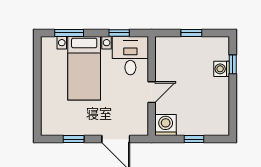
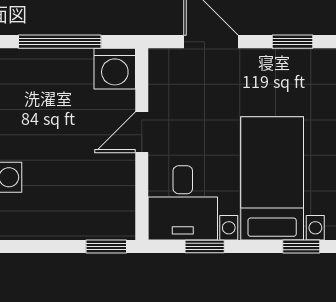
window: (69, 33) -> (301, 247), width x0.67
window: (191, 33) -> (106, 247), moved
window: (194, 139) -> (60, 42), width x2.17

